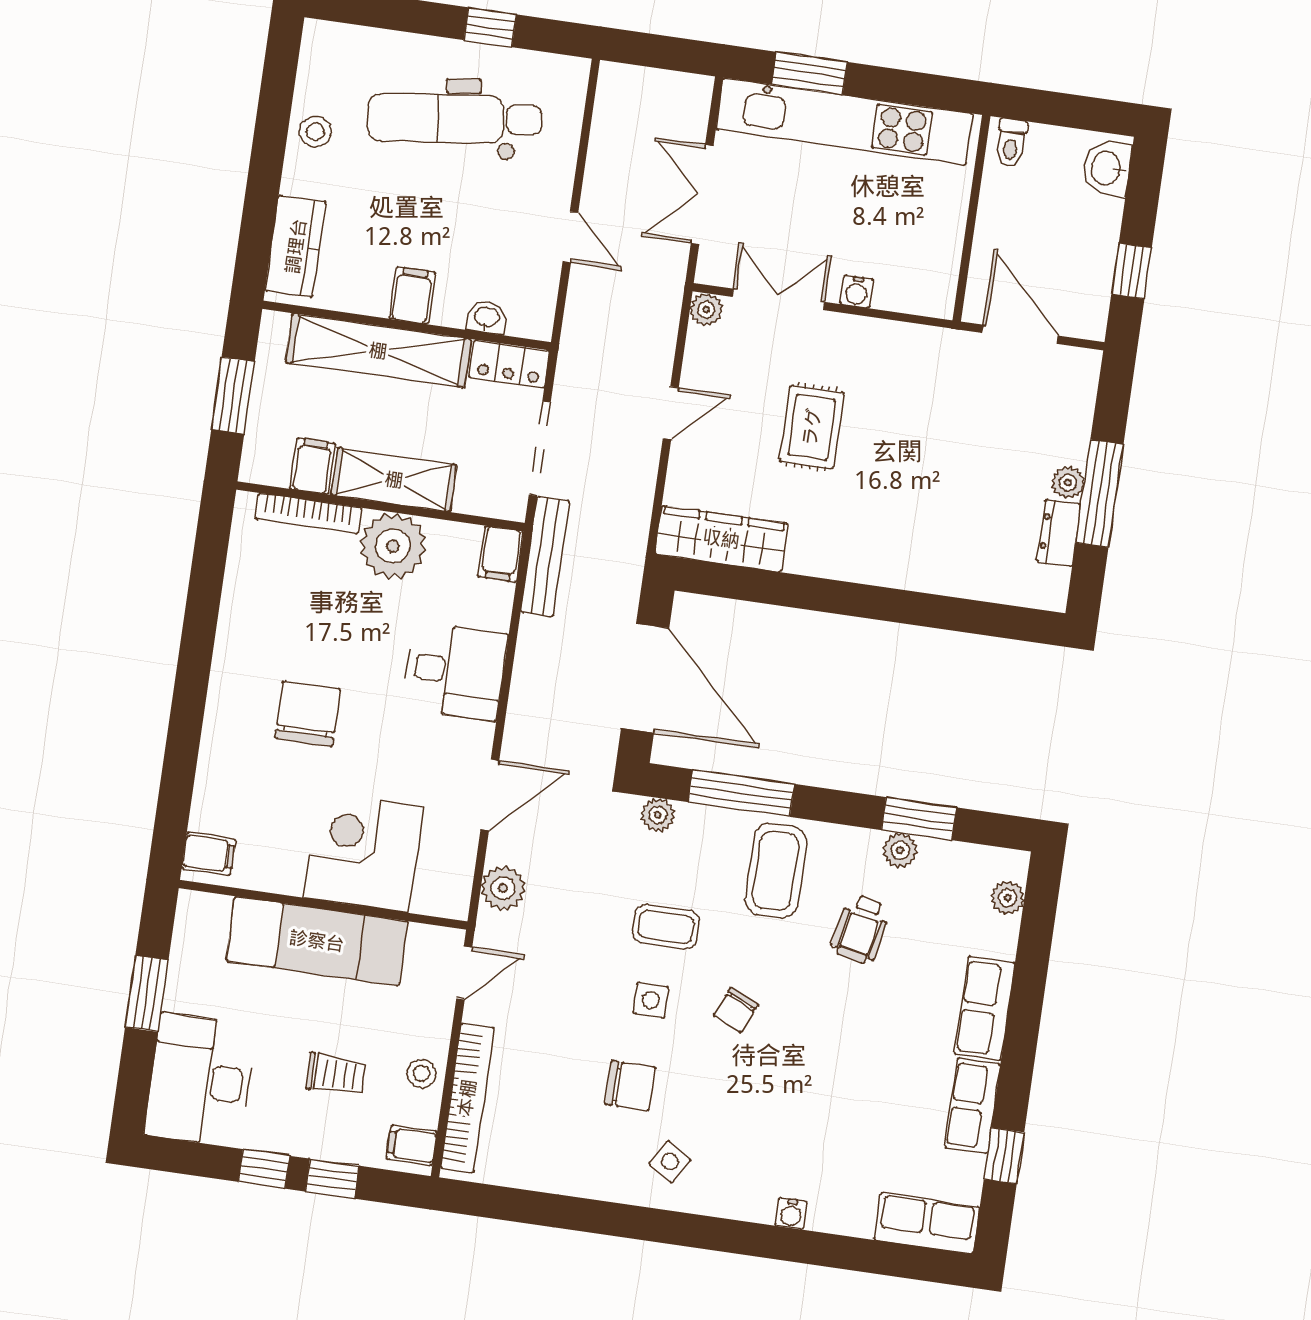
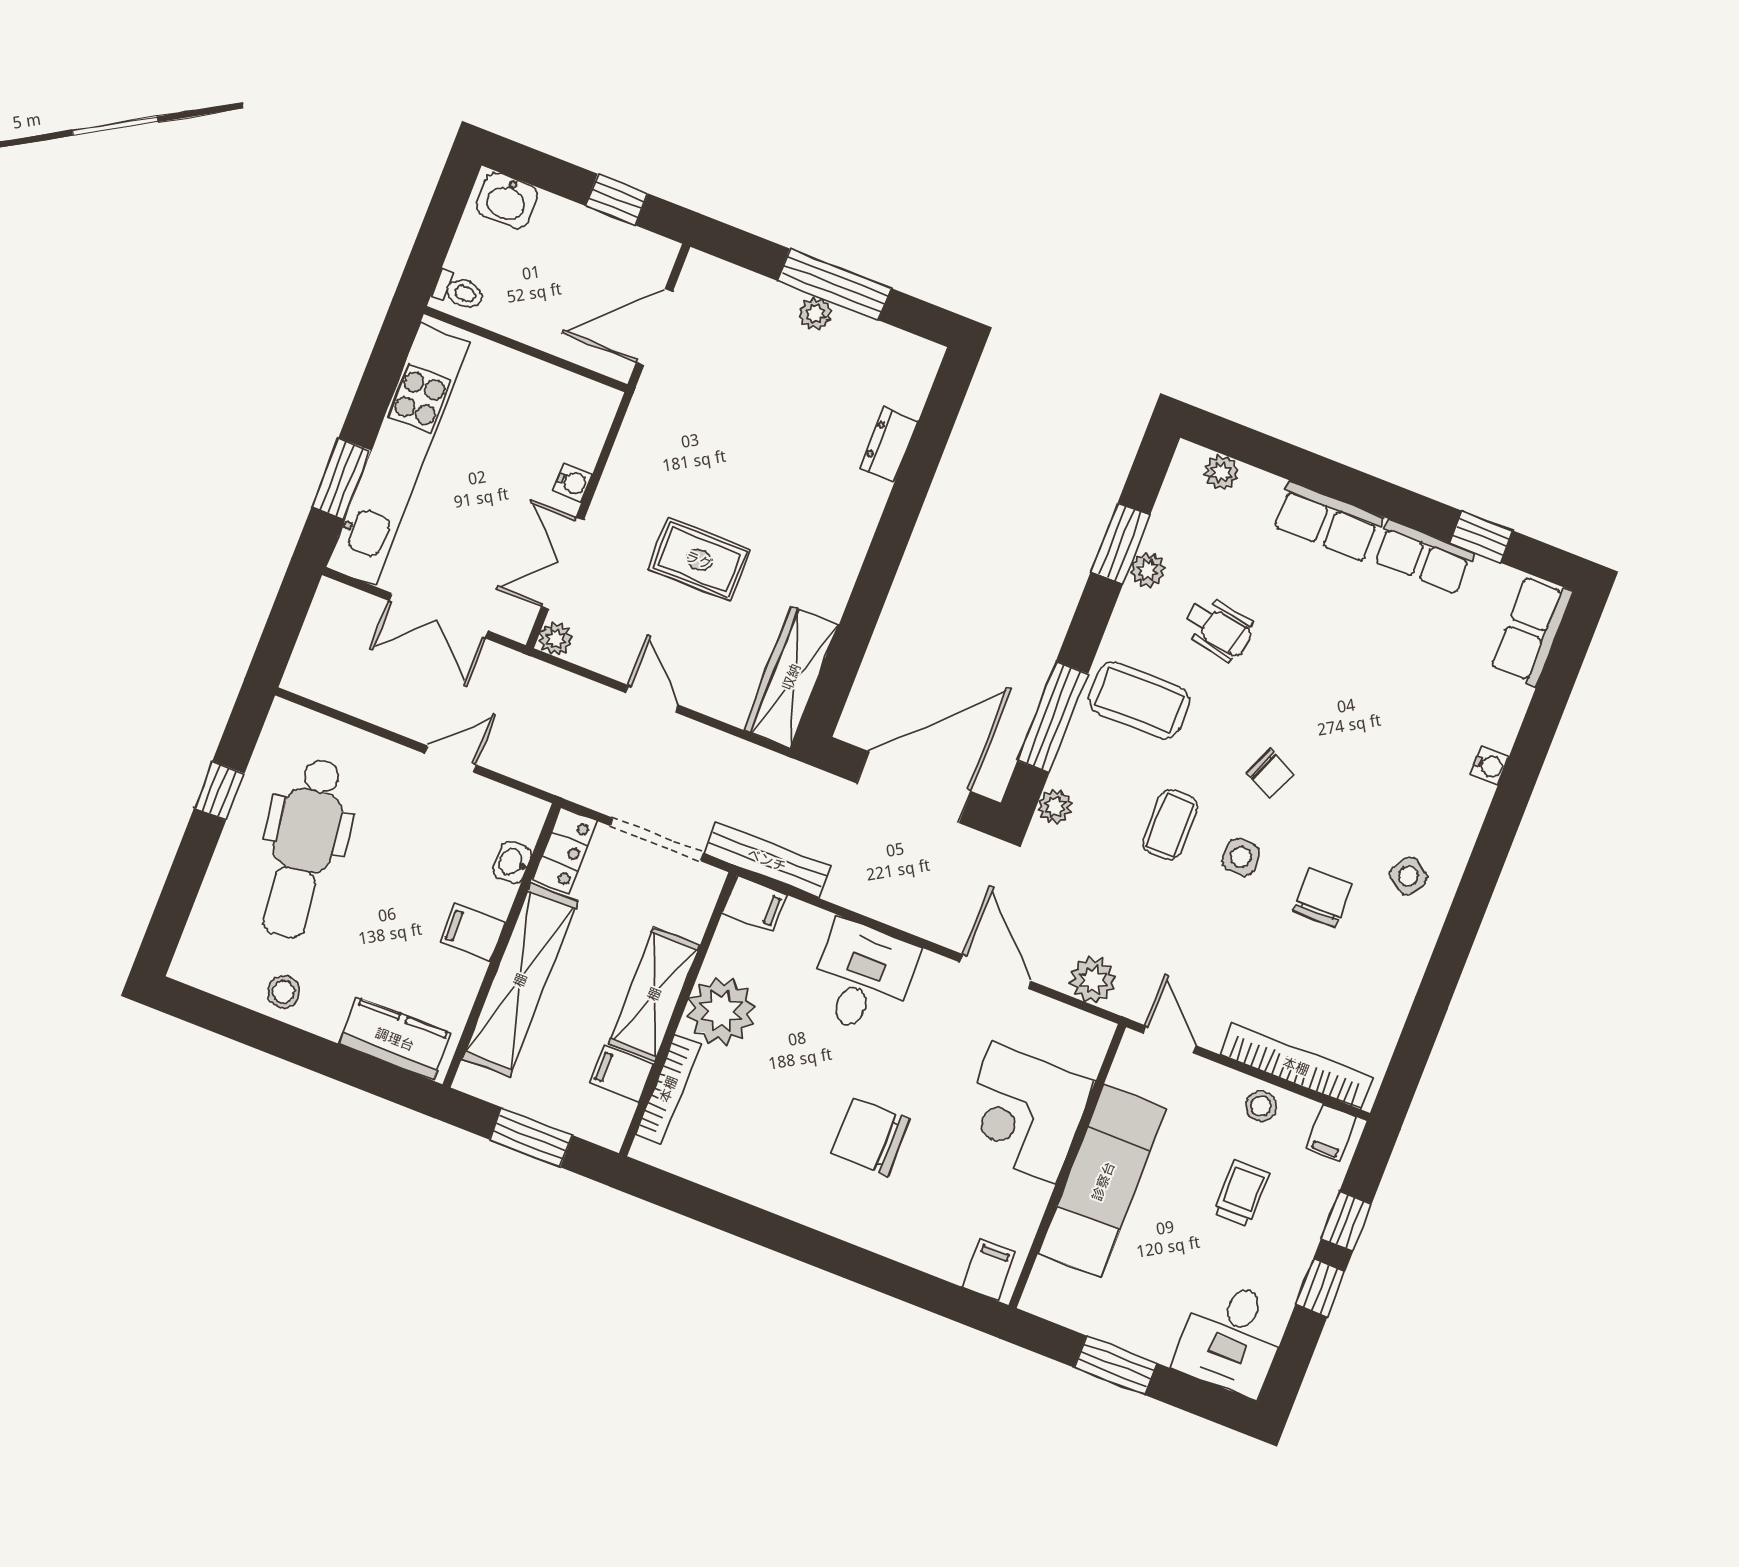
dresser: (1059, 533) -> (889, 445), moved, turned 90
desk: (200, 1080) -> (1232, 1338), width x0.73

